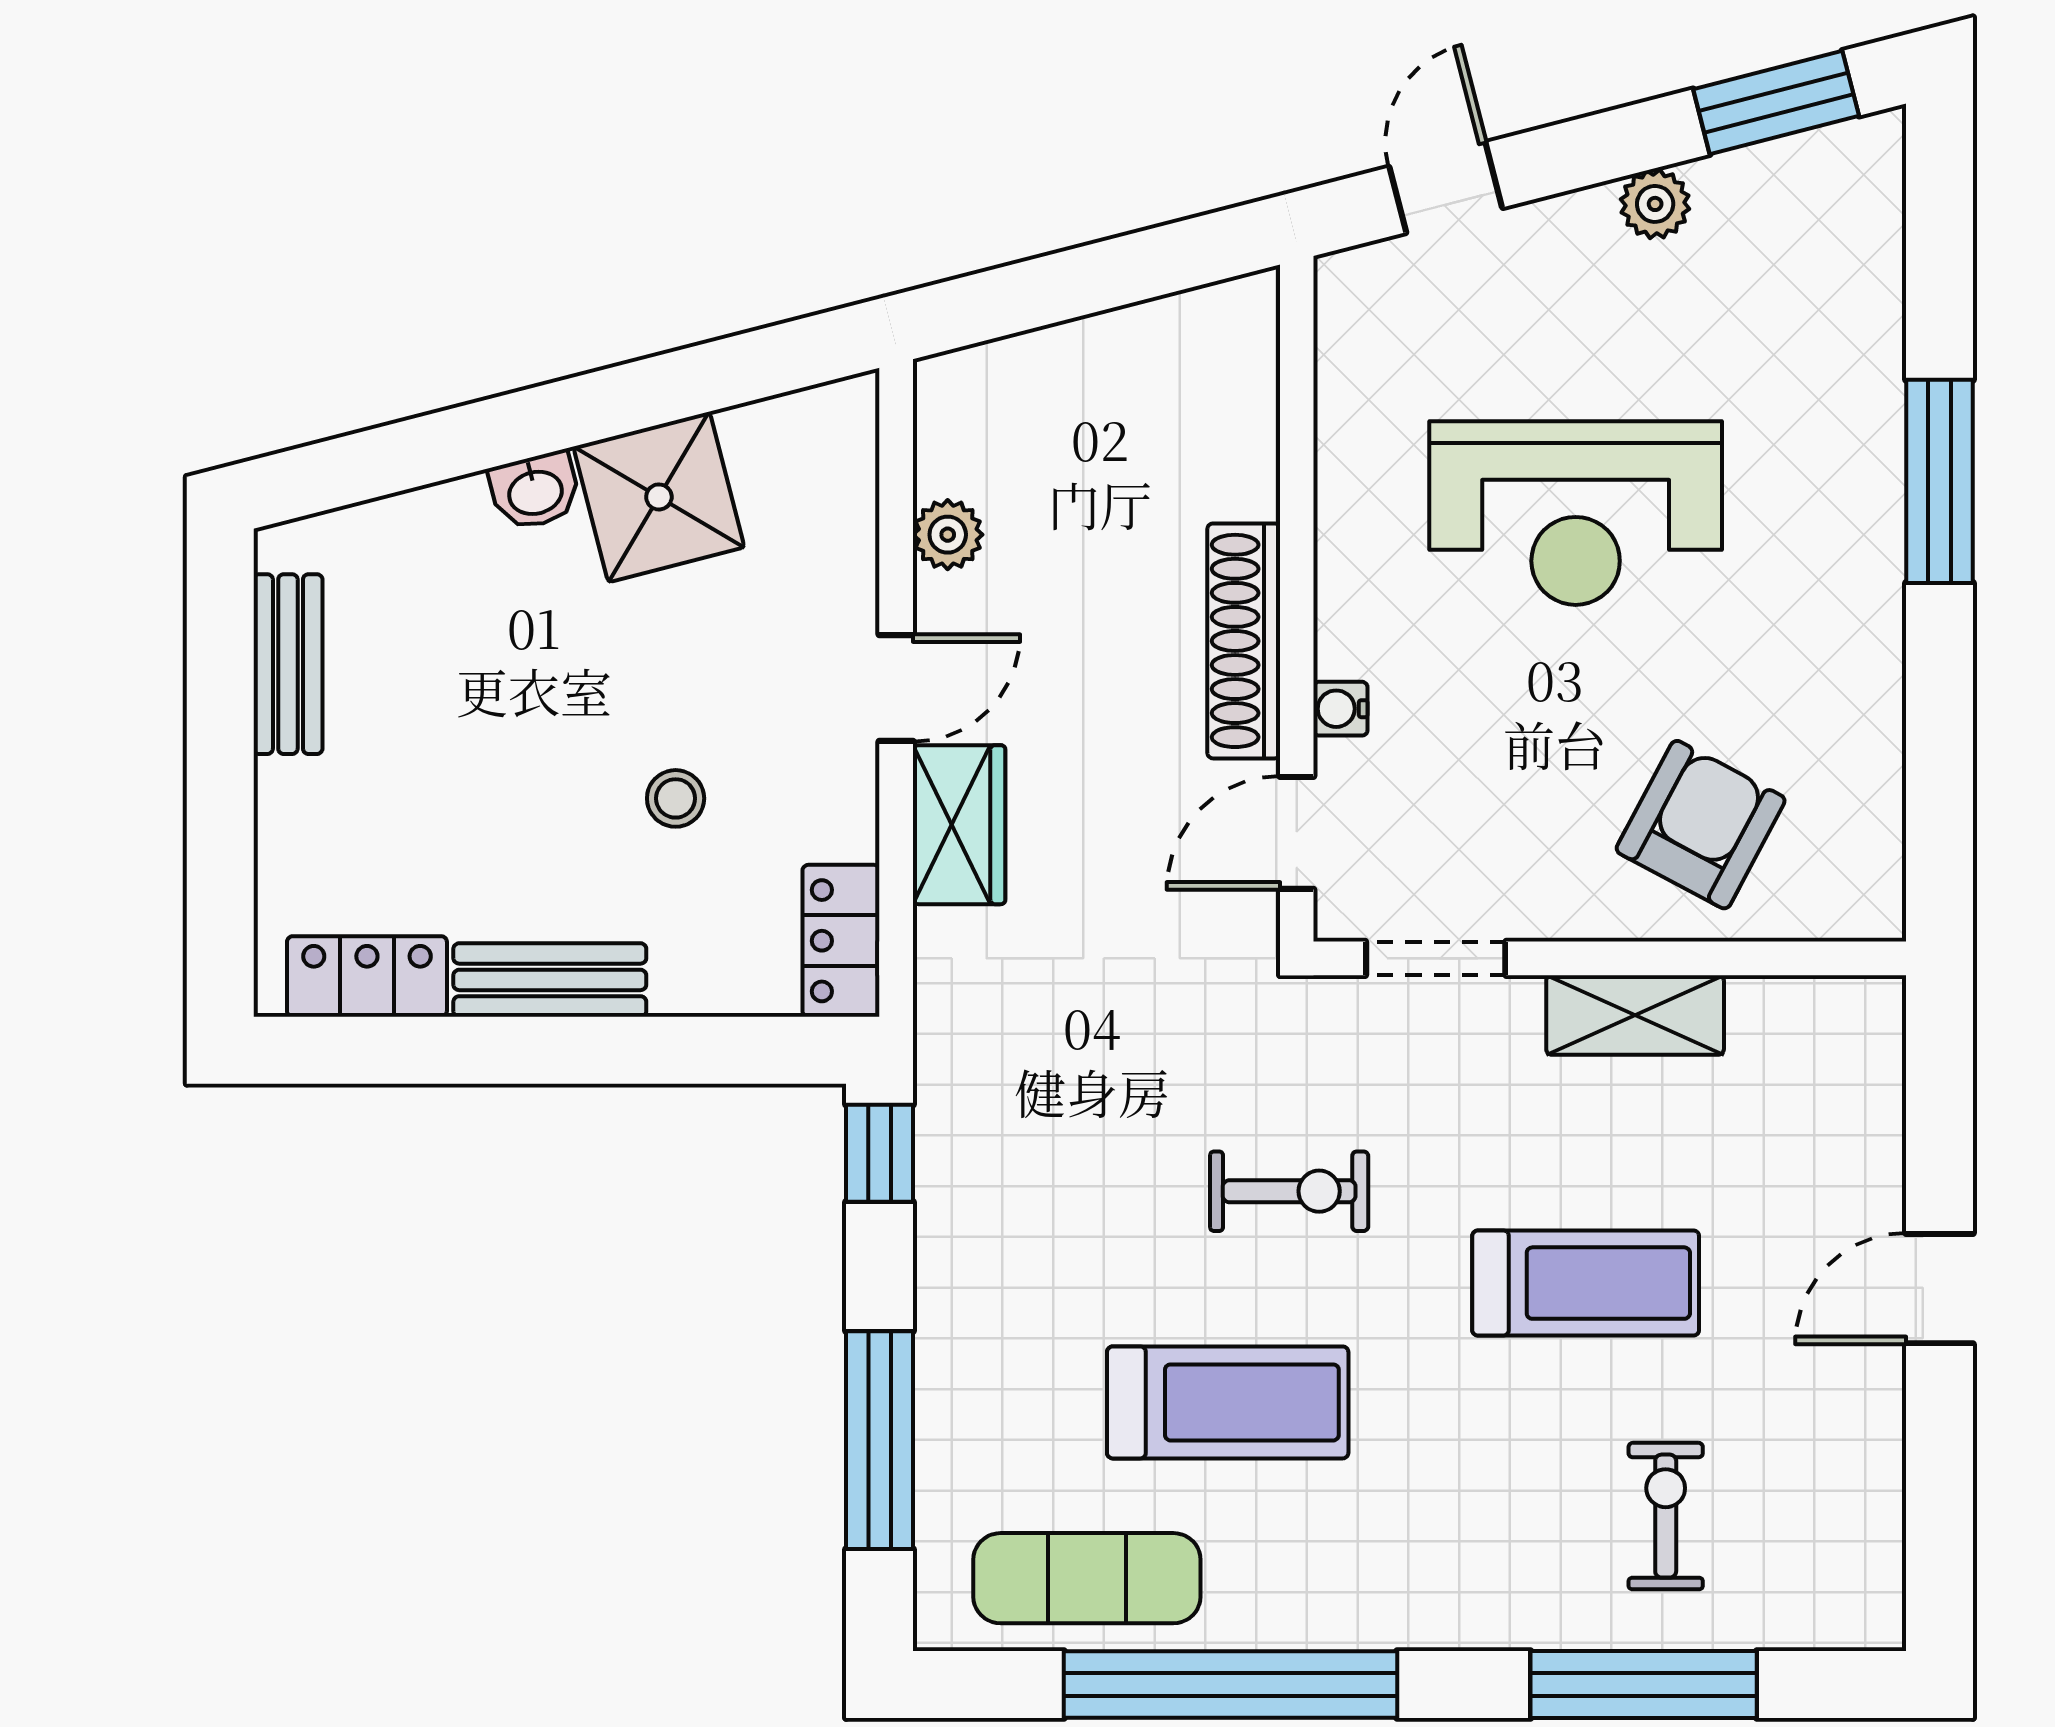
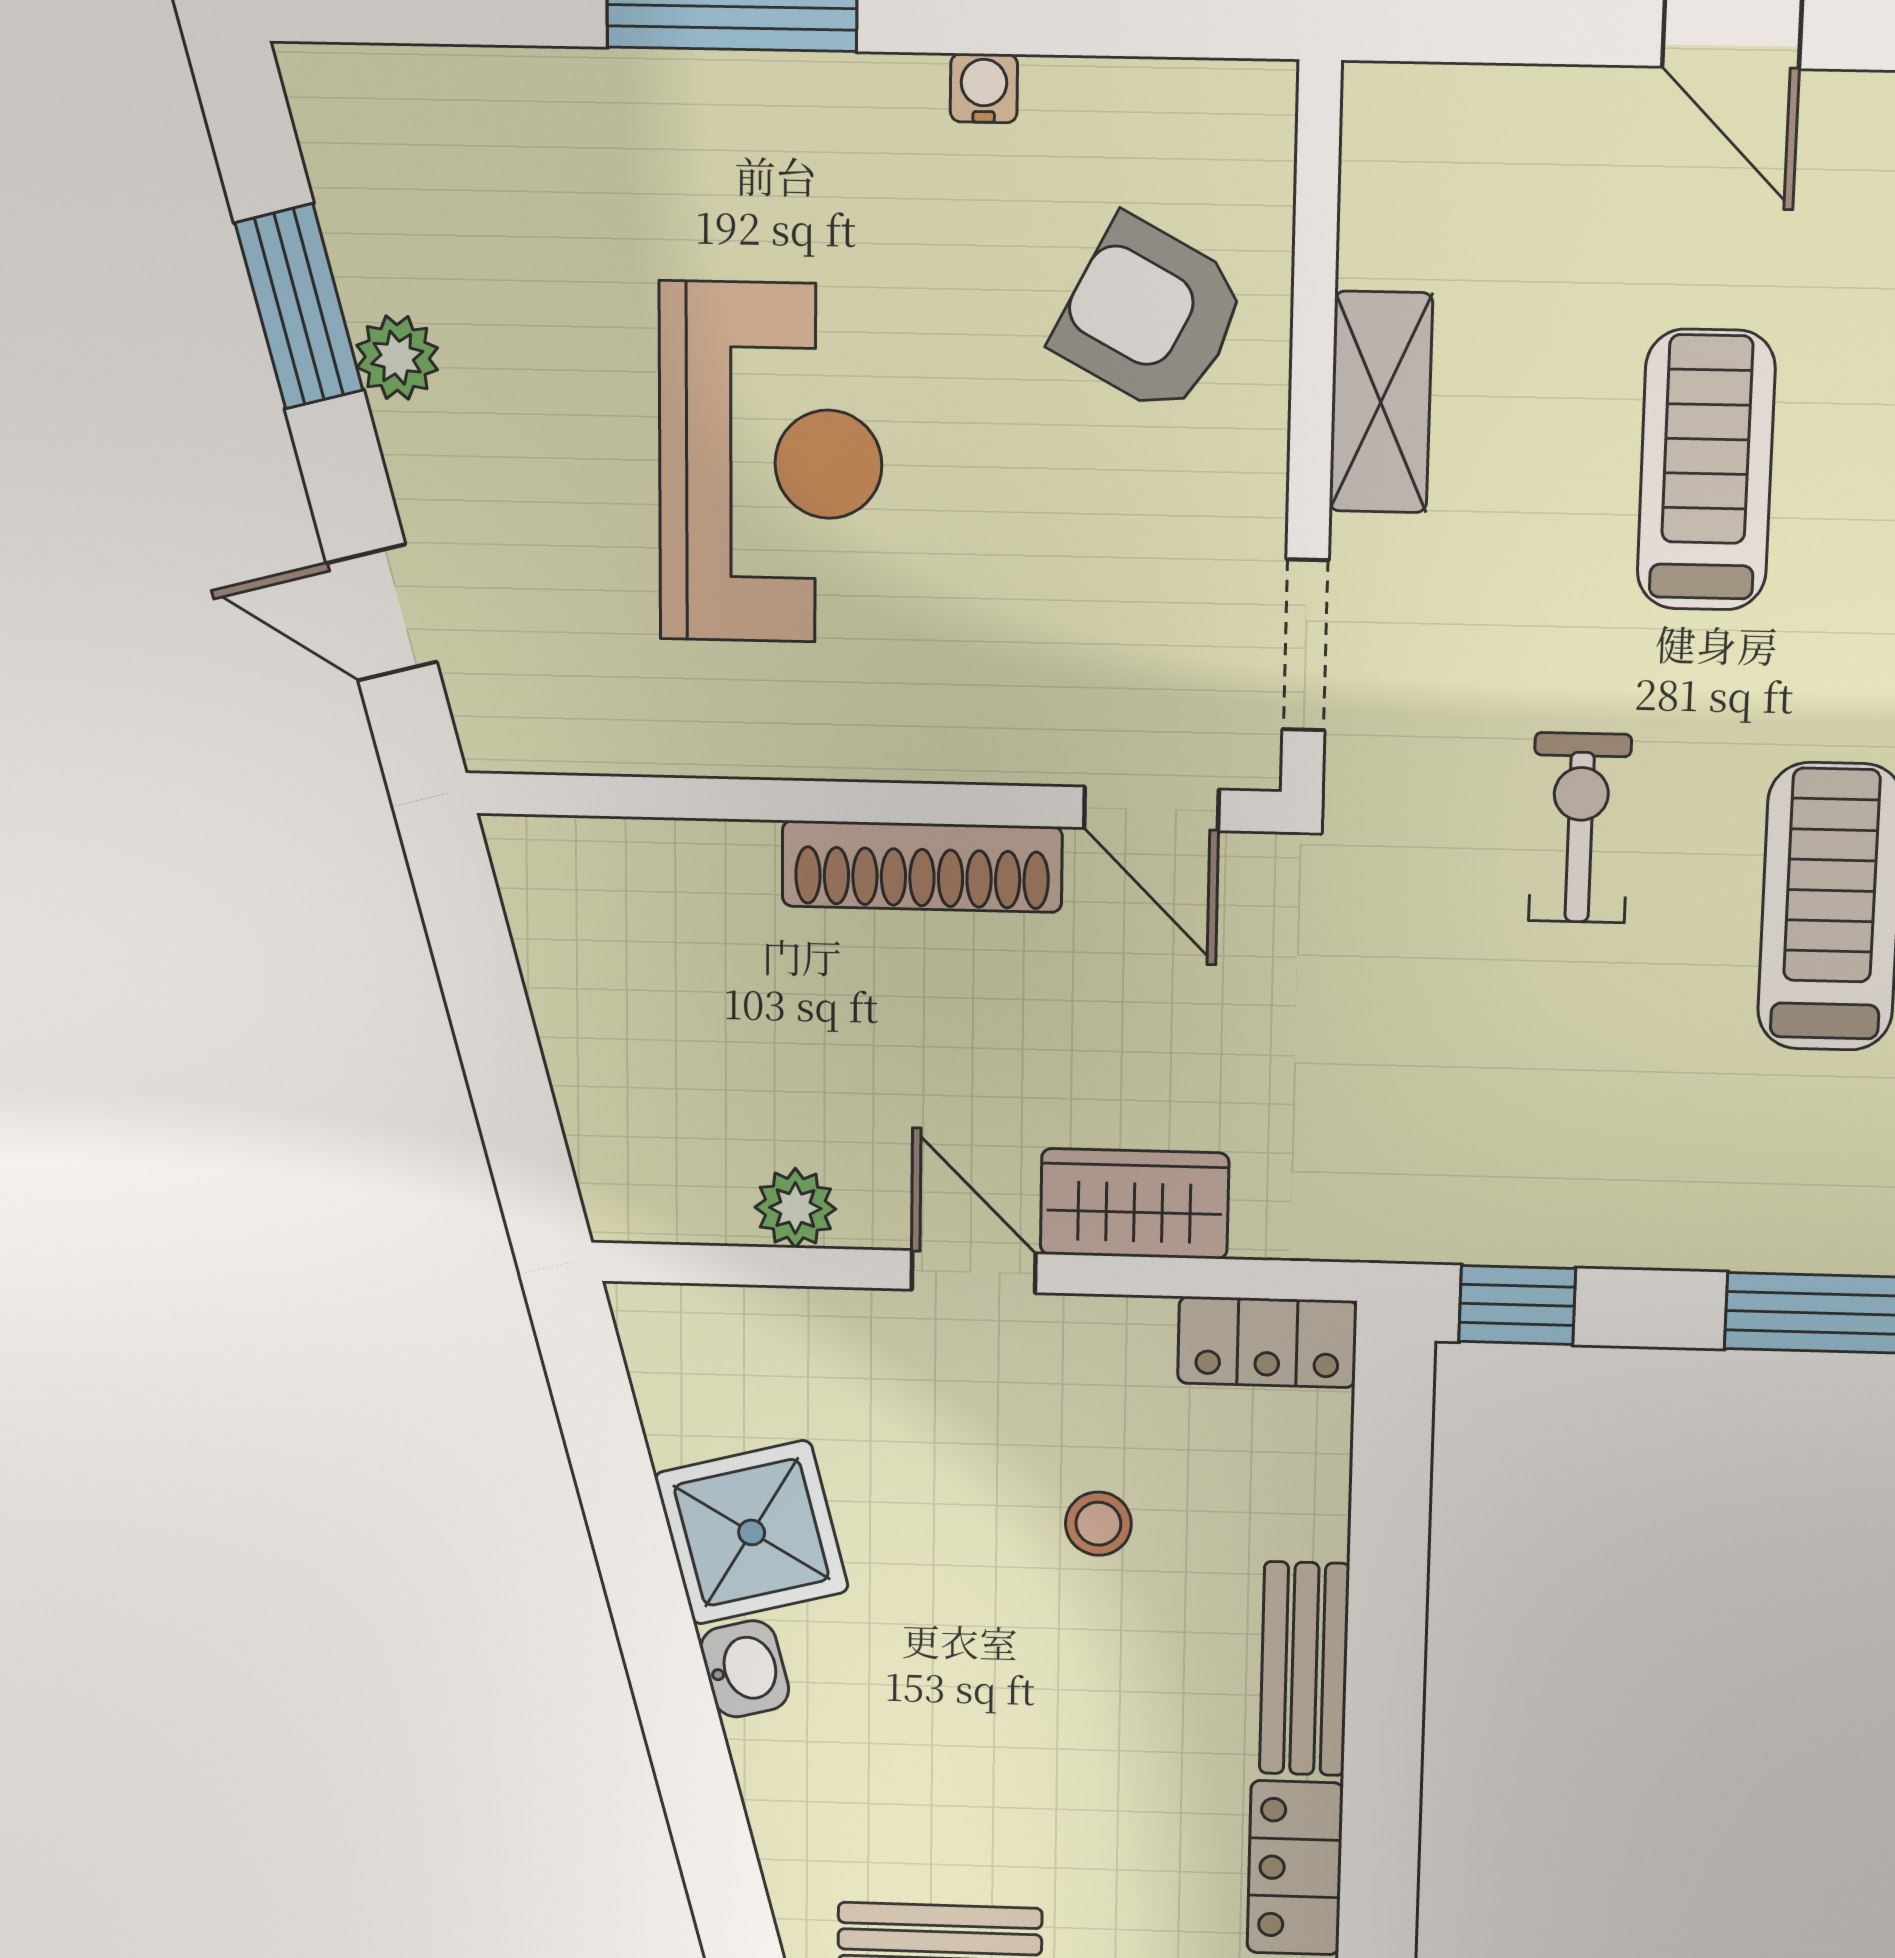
window: (1776, 103) -> (299, 307), moved
water cooler: (1340, 709) -> (984, 88), moved, turned 180

